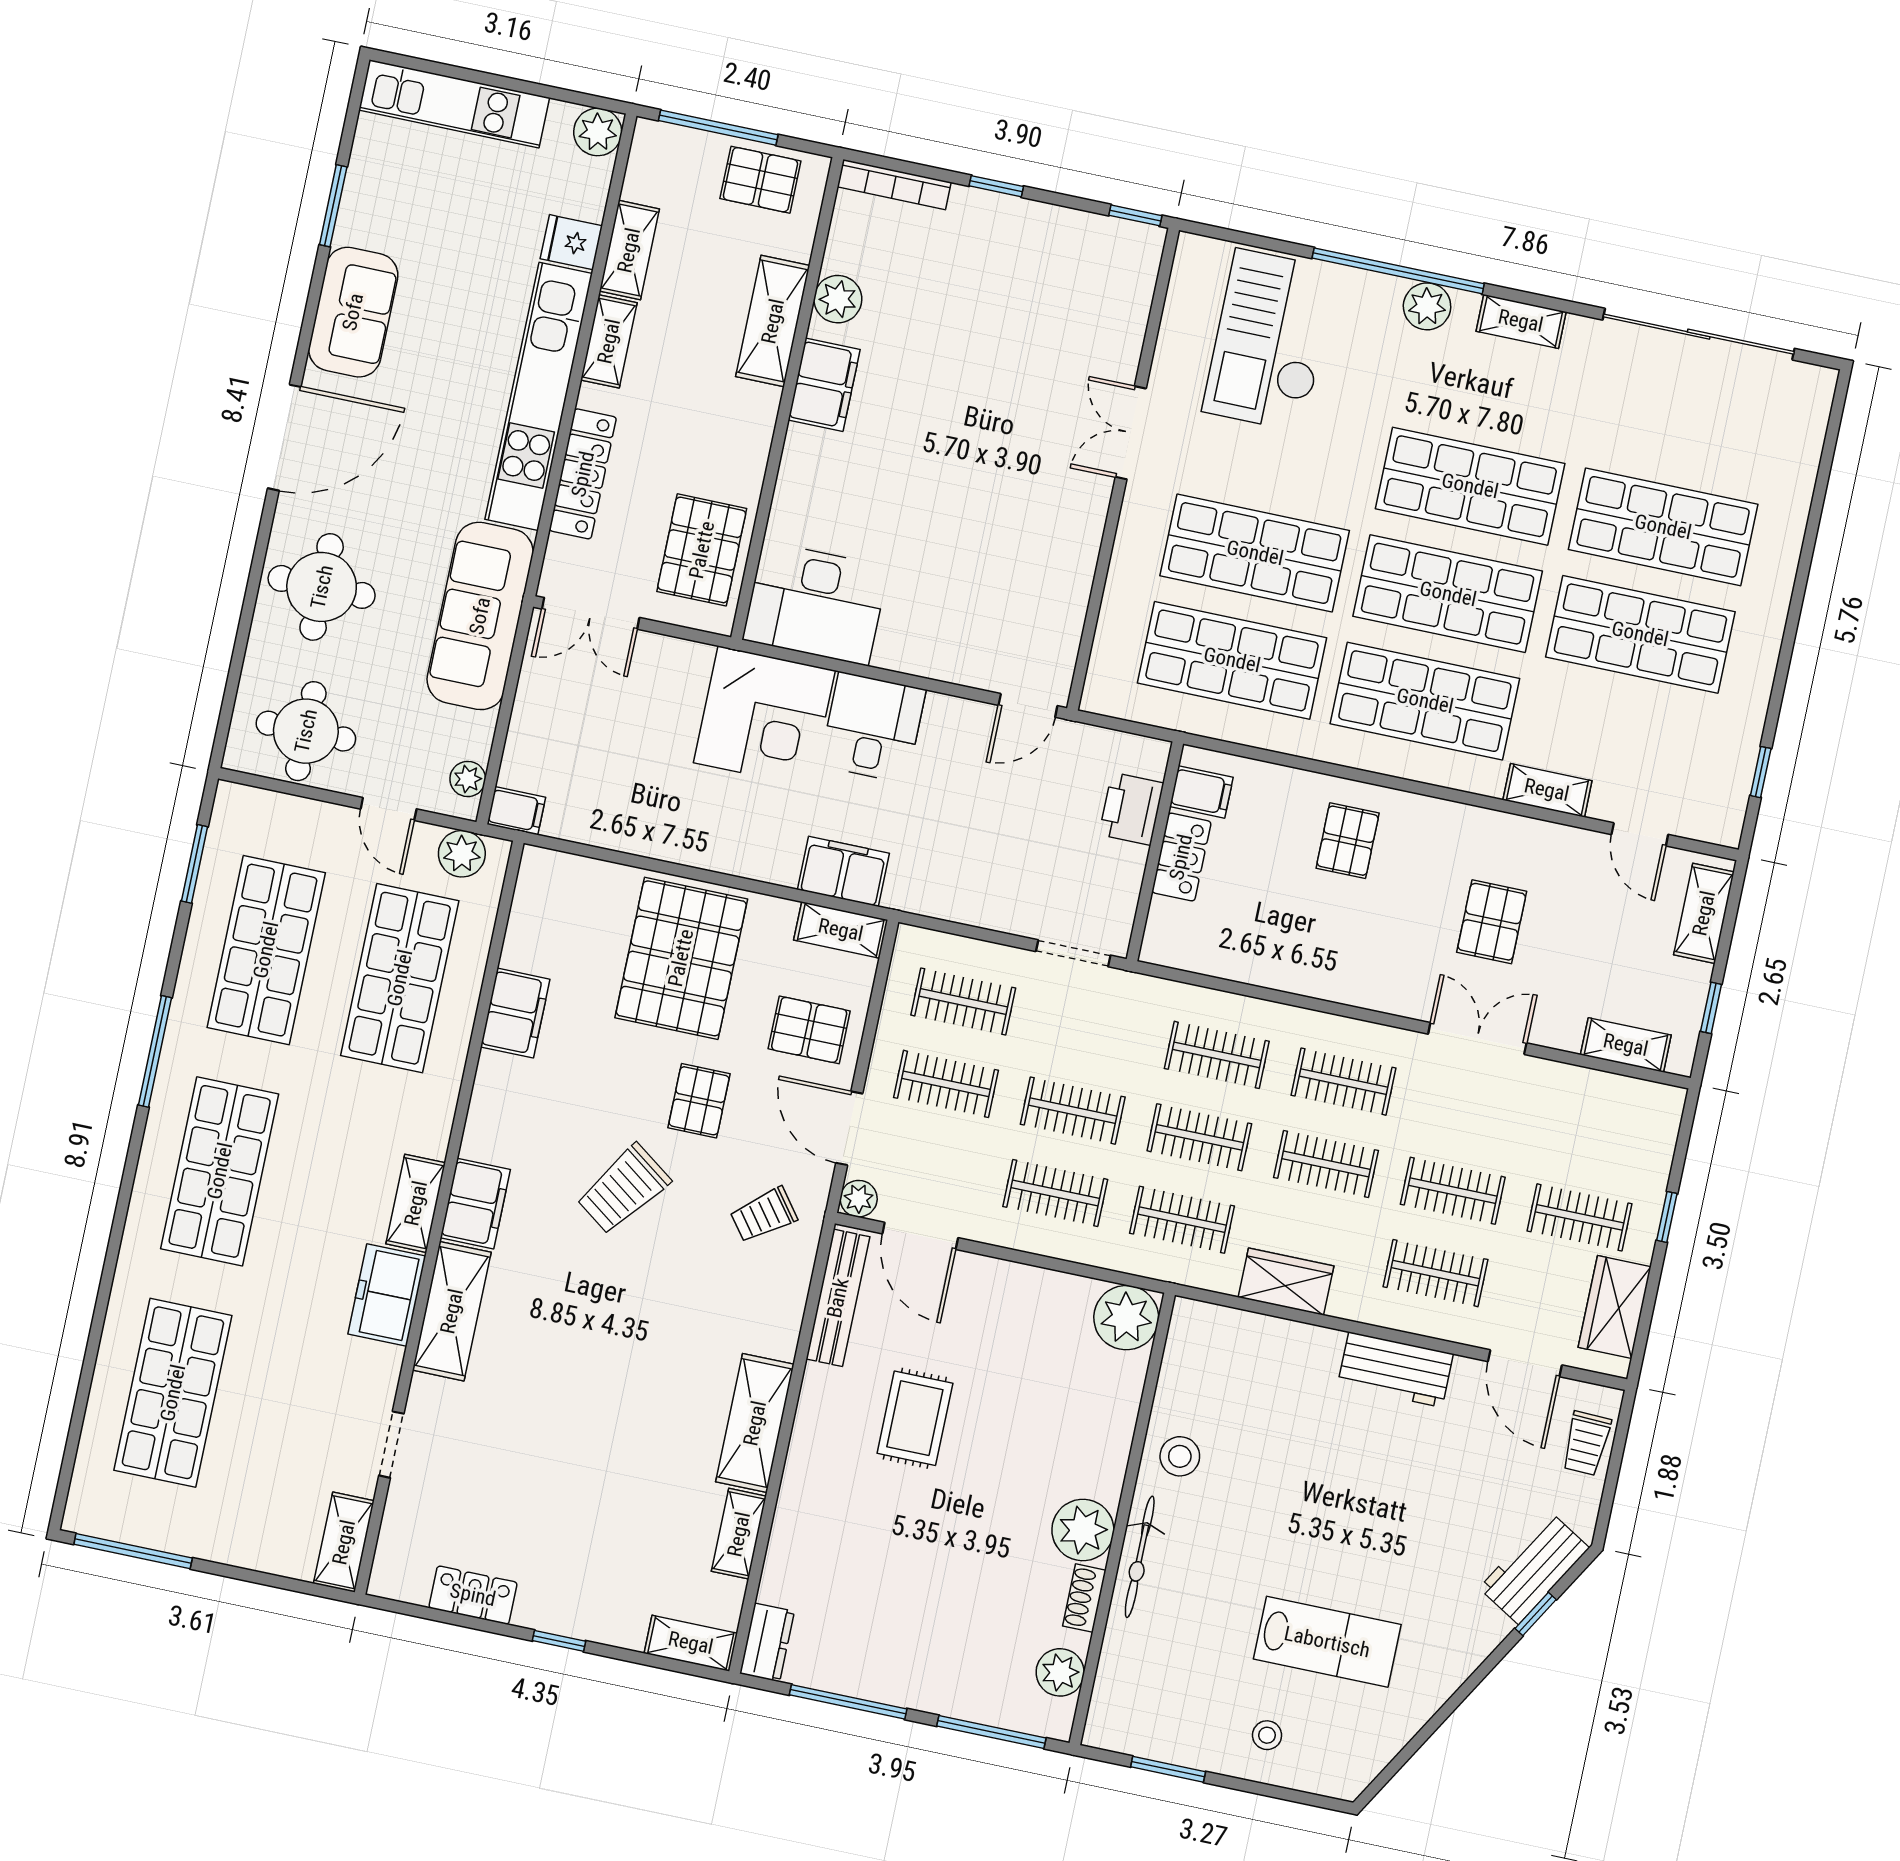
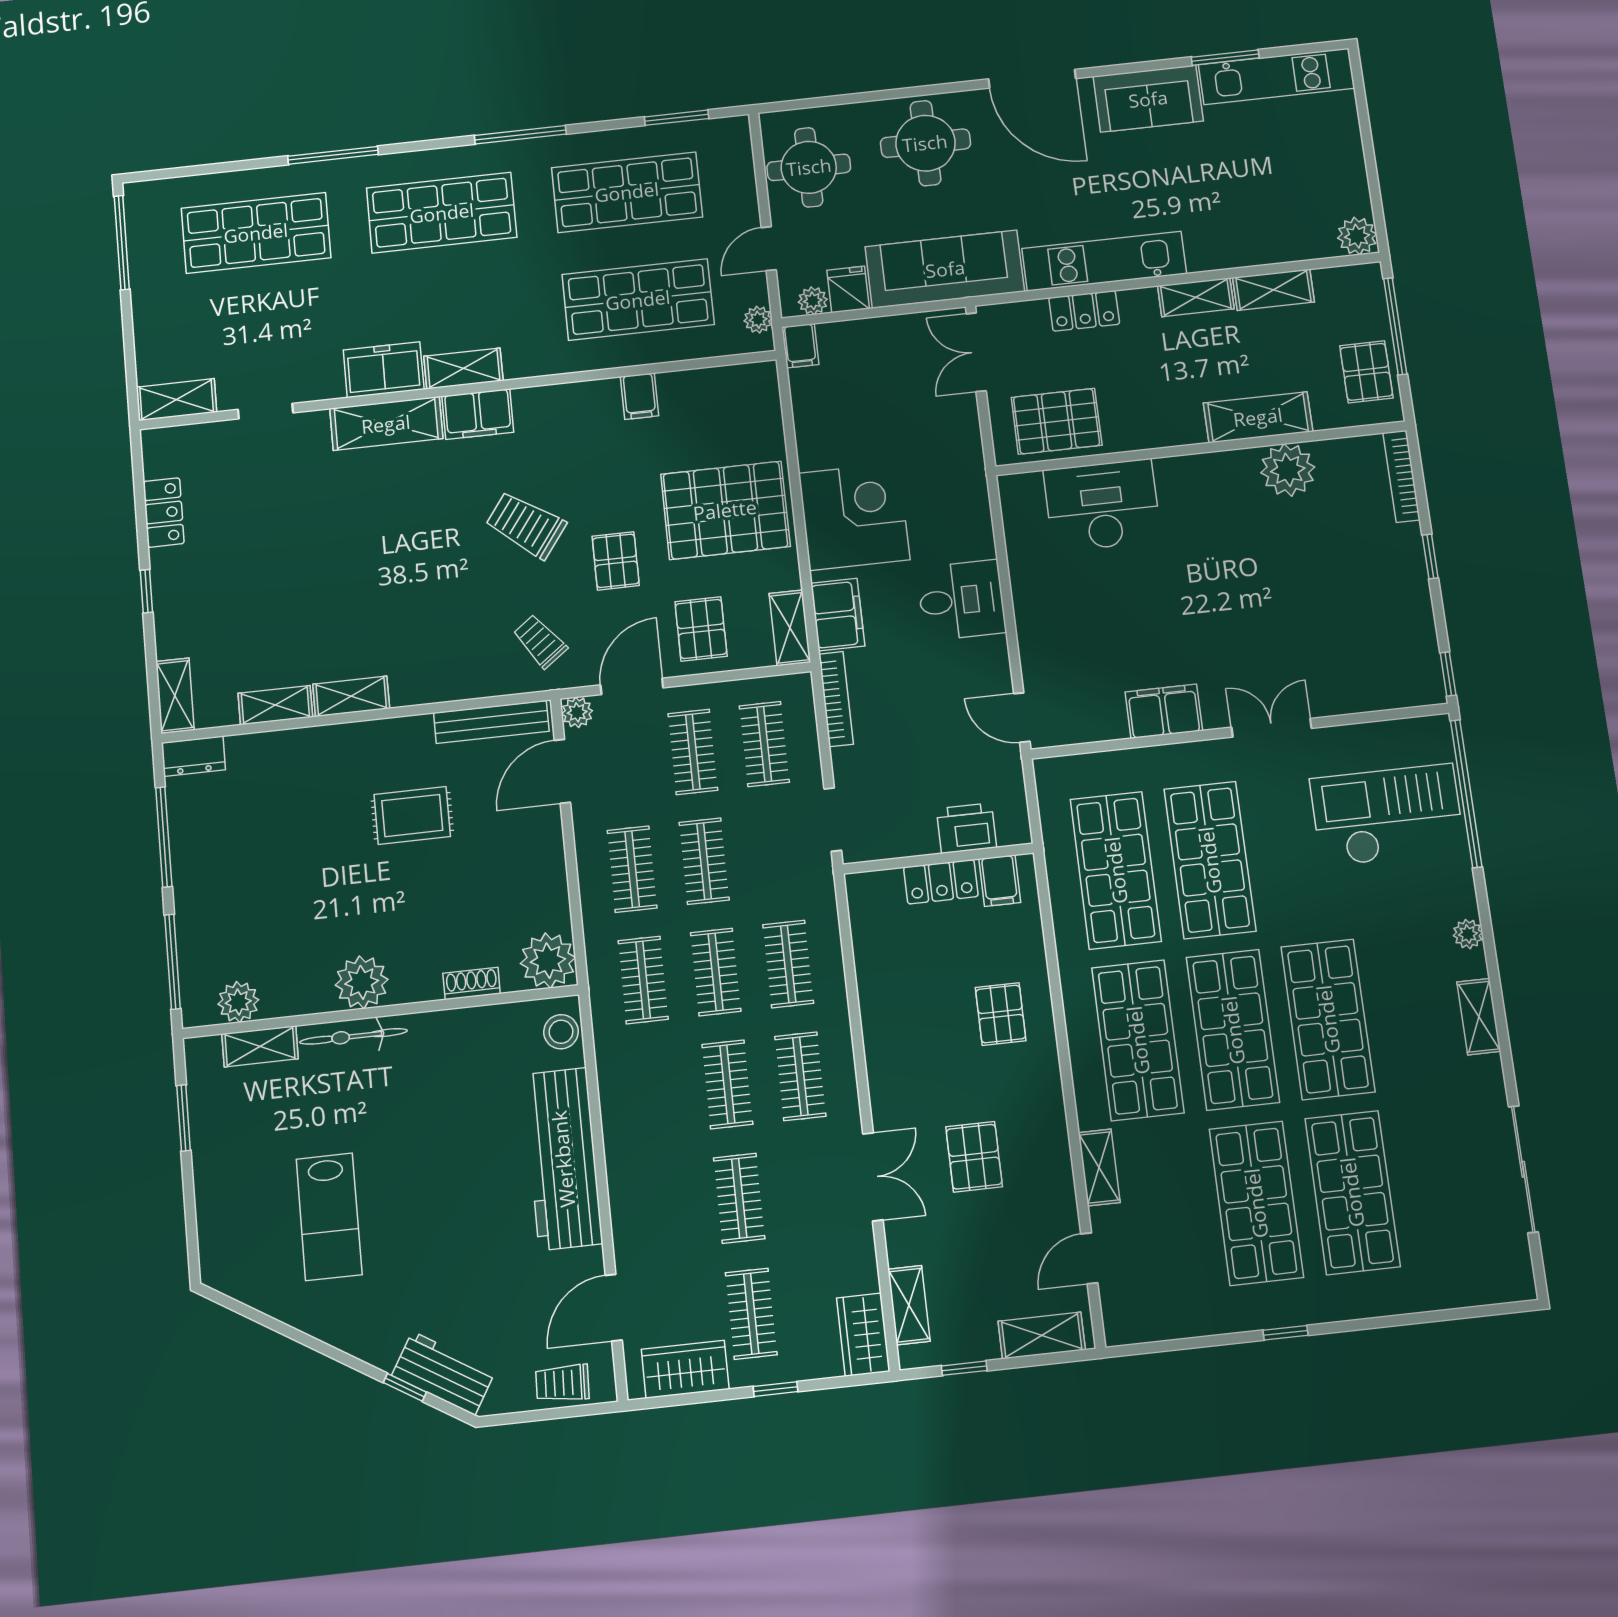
kitchen unit: (454, 104) -> (1276, 76), moved, turned -90
fridge: (571, 242) -> (848, 289), moved
window: (1398, 271) -> (1466, 793), moved
plant: (838, 299) -> (1288, 470), width x1.36, depth x1.36
plant: (1427, 306) -> (1468, 934), width x0.73, depth x0.73
sliding door: (1699, 334) -> (1523, 1169), width x0.73
filing cabinet: (824, 385) -> (1164, 711), moved, turned 180
kitchen unit: (539, 396) -> (1104, 261), width x0.73
locker: (583, 474) -> (1084, 311), width x0.66
desk: (815, 603) -> (1102, 505), moved, turned 90
corner desk: (764, 717) -> (854, 516), moved, turned 180
window: (1761, 772) -> (1286, 1333), moved
pallet: (1348, 841) -> (1001, 1014), turned 90
plant: (462, 854) -> (758, 320), width x0.73, depth x0.73
bookcase: (939, 905) -> (836, 699), added
pallet: (1492, 922) -> (974, 1157), turned 90
filing cabinet: (515, 1013) -> (639, 396), width x0.50
pallet: (699, 1101) -> (616, 561), turned 90
clothes rail: (1435, 1273) -> (666, 1206), removed
window: (108, 1276) -> (333, 155), added
wardrobe: (1286, 1282) -> (863, 1335), moved, turned 180
workbench: (1395, 1370) -> (563, 1159), width x1.88, depth x1.32
shelving: (755, 1423) -> (351, 696), width x0.67, depth x0.75
stool: (1180, 1456) -> (561, 1032), moved
shoe rack: (1084, 1598) -> (472, 984), moved
shelving: (1117, 1663) -> (260, 1046), added
stool: (1267, 1735) -> (236, 1192), removed

